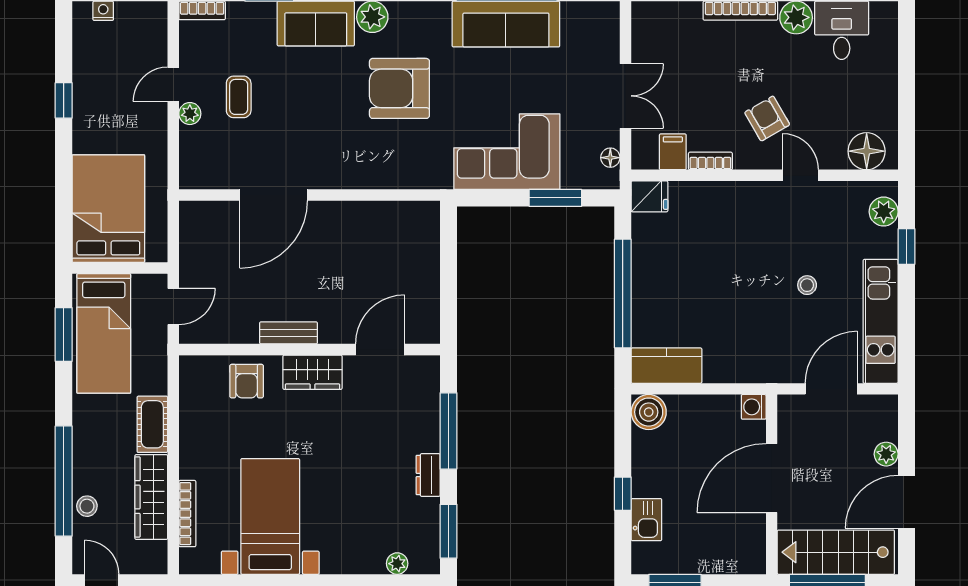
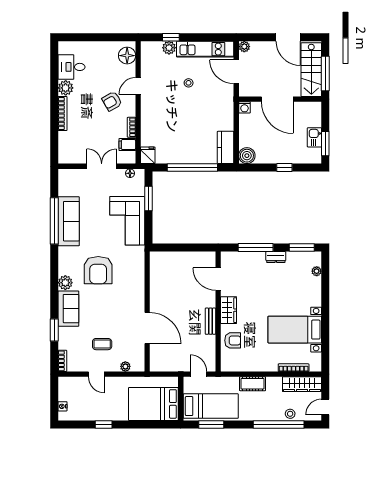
plant: (190, 114) -> (125, 366), moved
plant: (884, 212) -> (169, 48), moved
plant: (886, 454) -> (244, 47), moved
wardrobe: (151, 497) -> (302, 384), moved
kitchen sink: (646, 520) -> (314, 137), moved, turned -90

